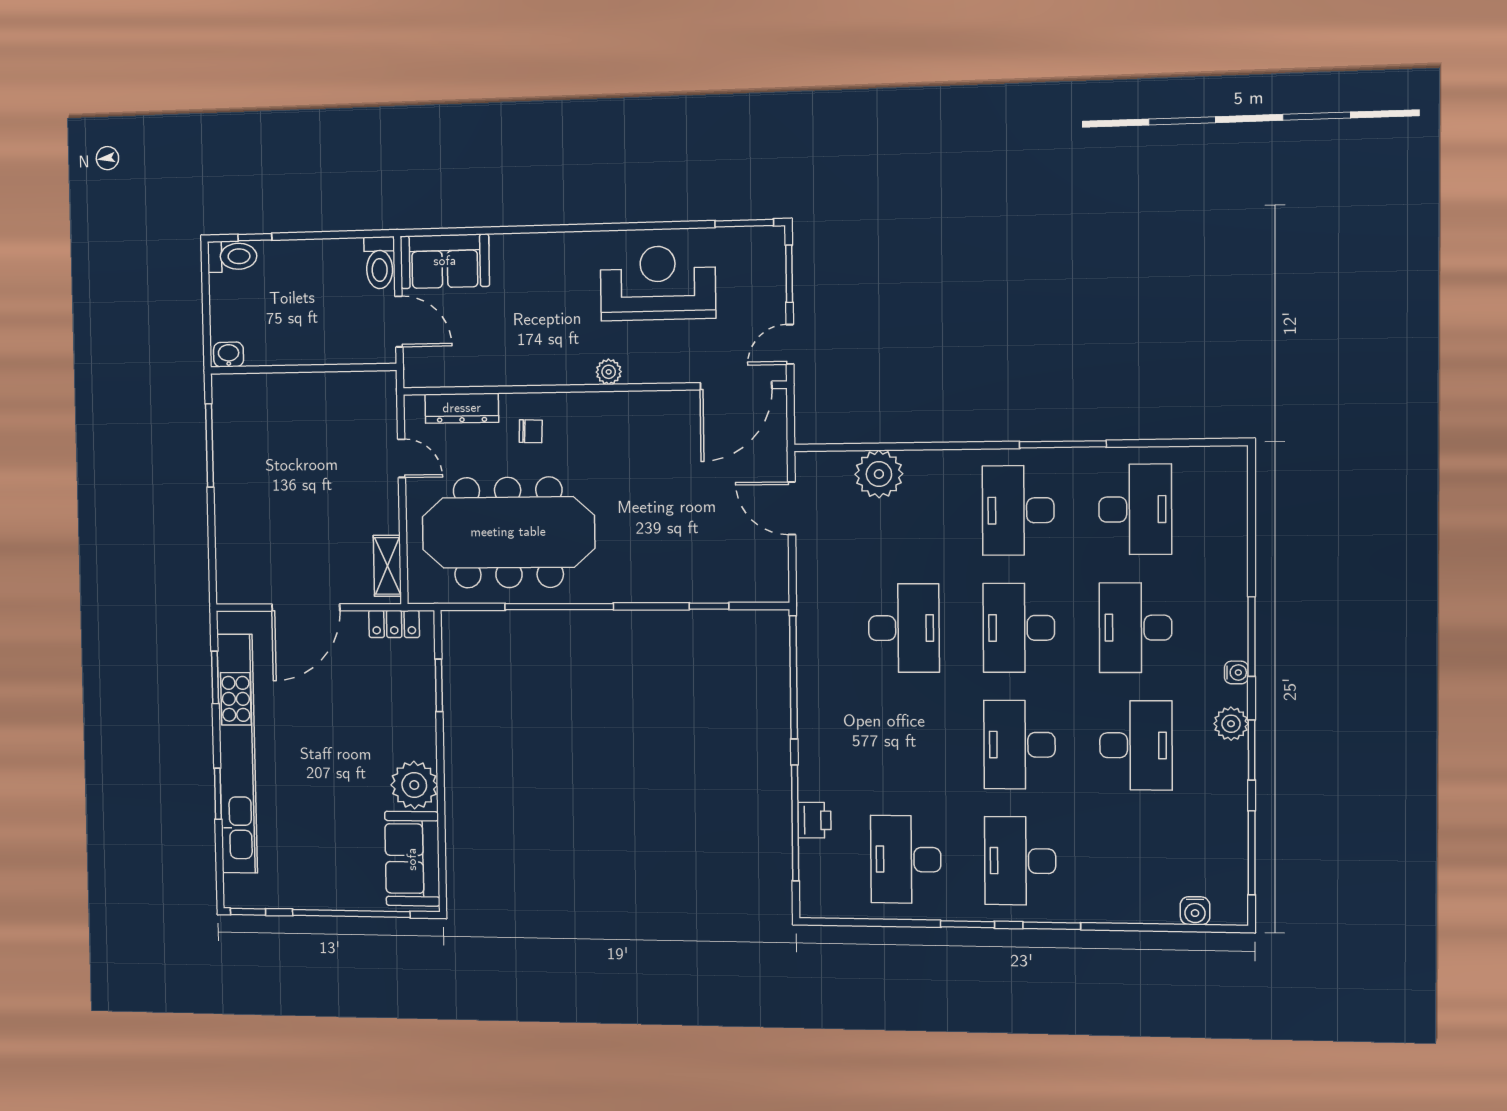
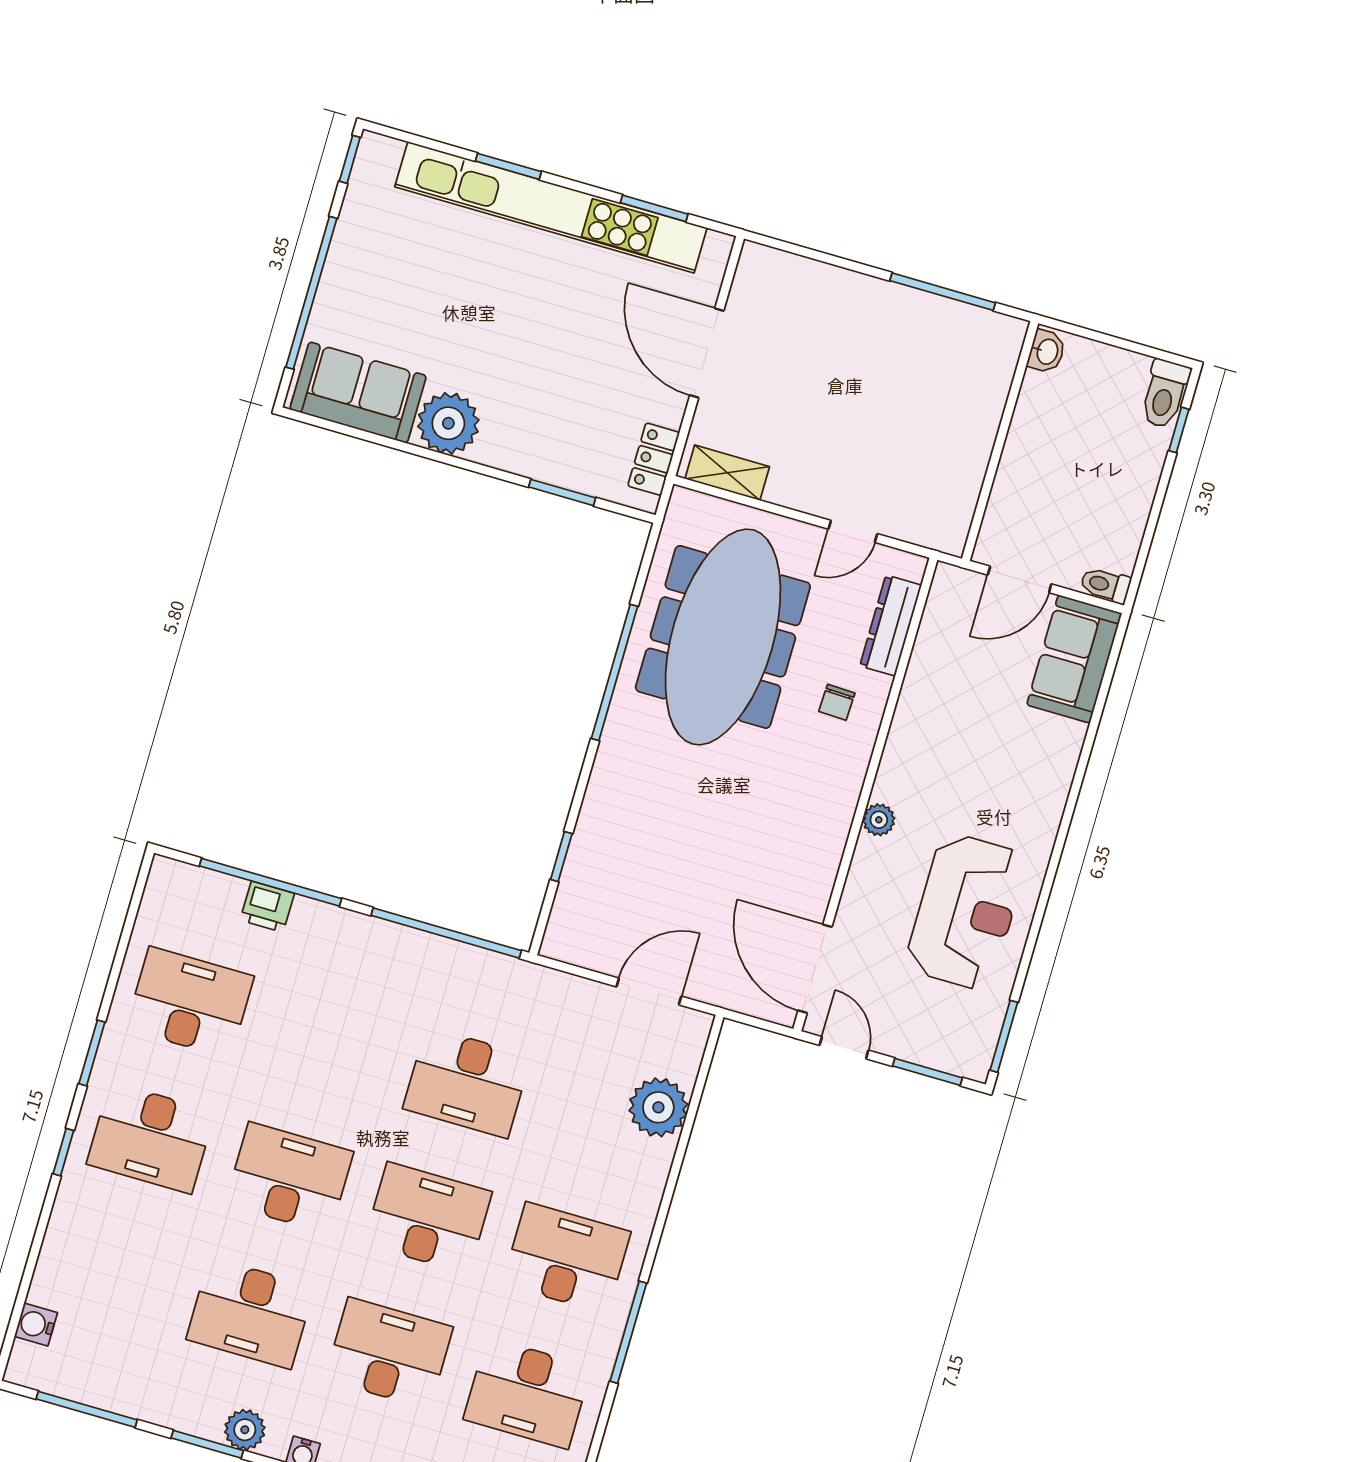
toilet: (379, 263) -> (1105, 585), width x0.73, depth x0.72
desk: (1020, 861) -> (151, 1138), turned 180
window: (1052, 926) -> (63, 1152), width x0.67

